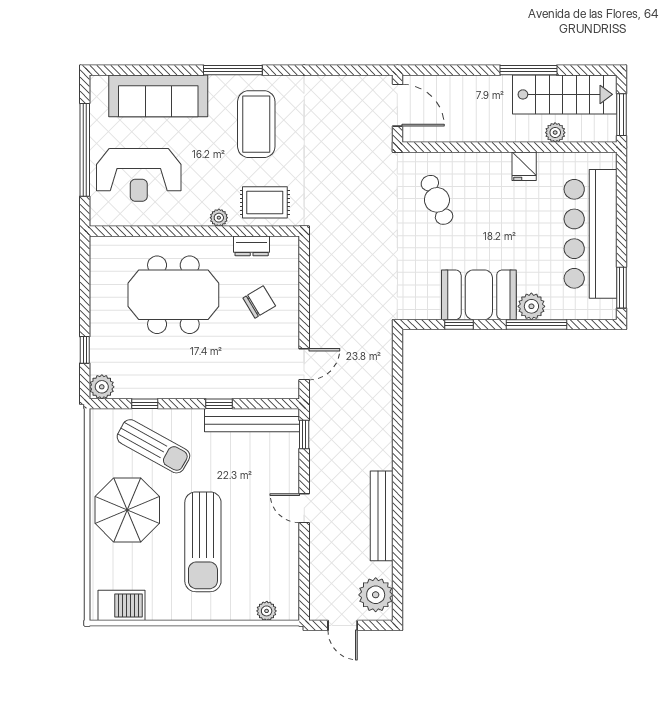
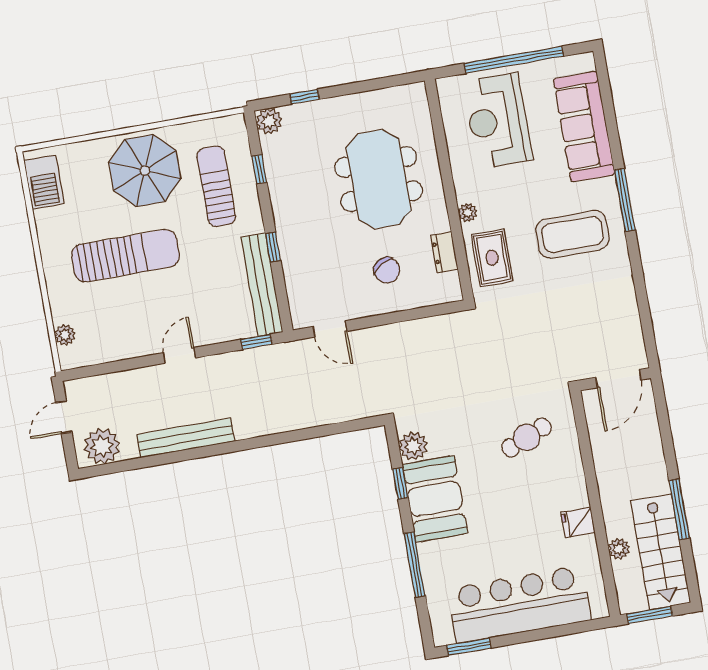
plant: (531, 306) -> (413, 446), moved
sun lounger: (153, 446) -> (216, 186), turned 151
sun lounger: (203, 542) -> (125, 256), turned 180

